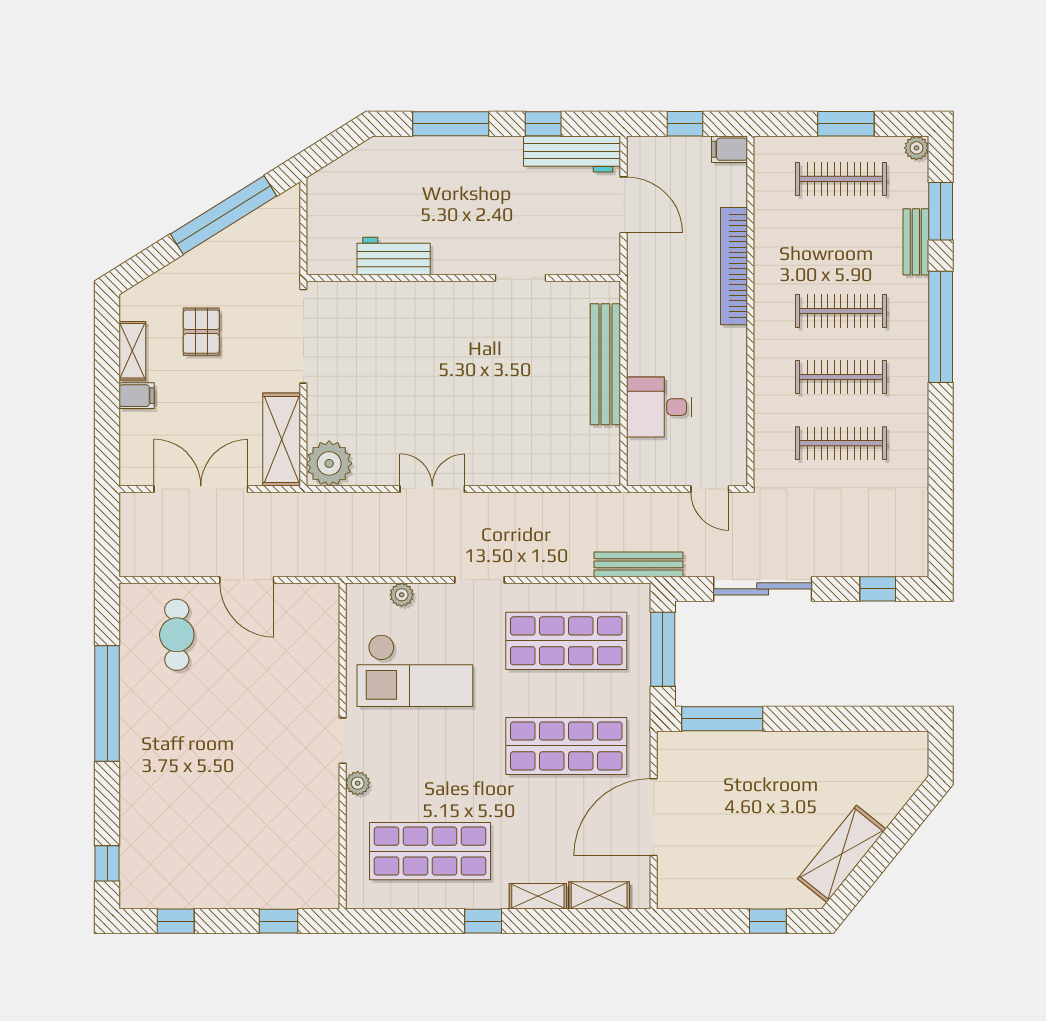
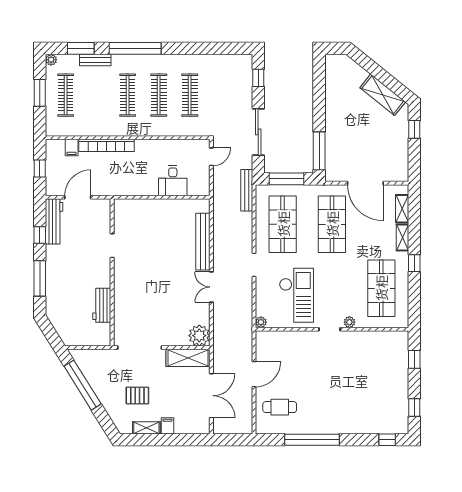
filing cabinet: (729, 149) -> (72, 148), moved
bench: (605, 364) -> (203, 242), moved, turned 90
double door: (201, 489) -> (211, 396), swing flipped
plant: (402, 595) -> (261, 322), moved

